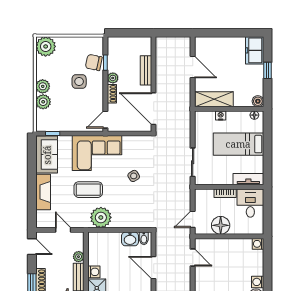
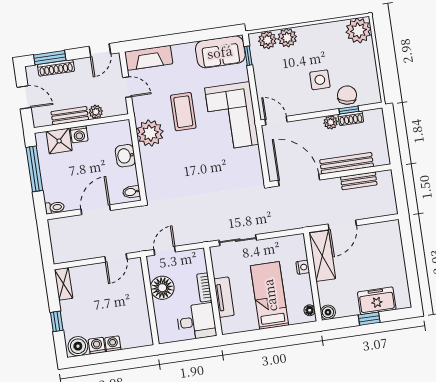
freezer: (255, 50) -> (377, 301), moved
bench: (161, 63) -> (359, 181), added
door: (193, 67) -> (342, 225), moved
bench: (146, 70) -> (347, 163), width x1.36
plant: (43, 86) -> (267, 40), moved
shoe rack: (112, 94) -> (351, 118), moved
door: (154, 109) -> (299, 180), hinge flipped
side table: (134, 176) -> (209, 167), removed
tv unit: (248, 179) -> (224, 297), moved
fireplace: (43, 192) -> (149, 58), moved
door: (193, 219) -> (165, 251), hinge flipped
door: (63, 230) -> (127, 87), hinge flipped
washbasin: (130, 239) -> (125, 156), moved
washing machine: (258, 244) -> (113, 344), moved

